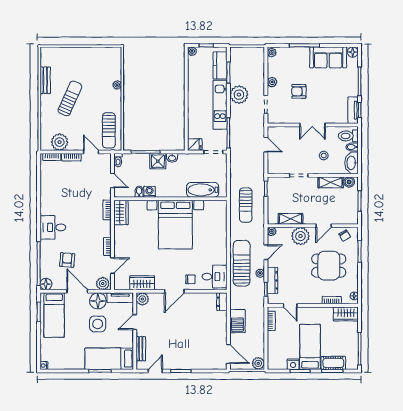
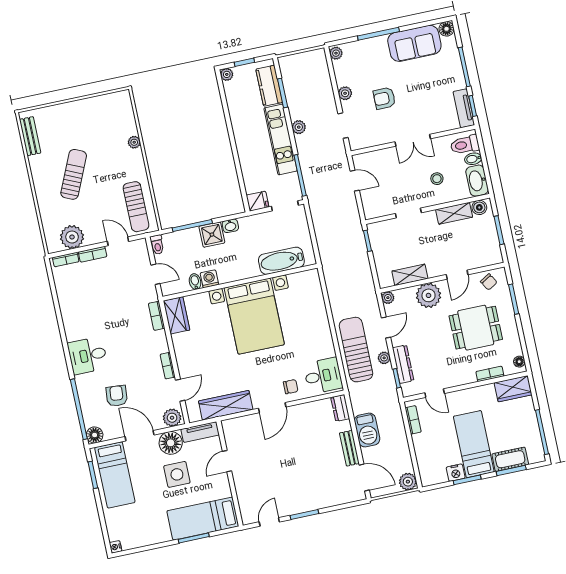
bench: (45, 80) -> (30, 136), moved
plant: (239, 95) -> (299, 127), width x0.53, depth x0.53
sun lounger: (246, 205) -> (345, 269), removed
wardrobe: (142, 283) -> (226, 405), width x1.50
plant: (142, 299) -> (231, 427), removed
bench: (141, 349) -> (349, 448), moved

